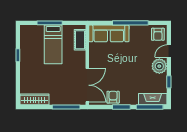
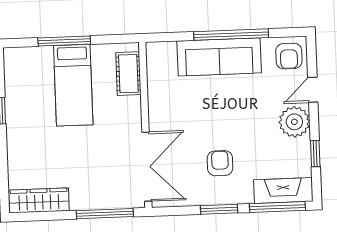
sofa: (109, 33) -> (219, 57), moved
armchair: (113, 97) -> (220, 163), moved

